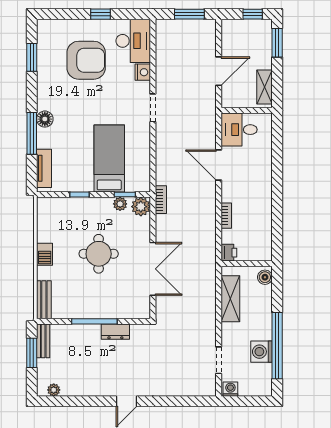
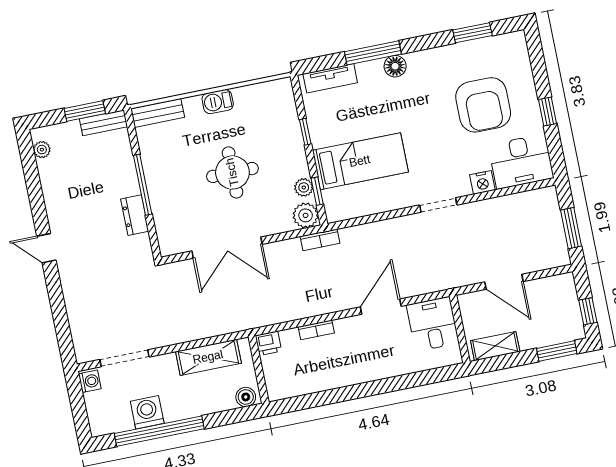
doorway: (219, 360) -> (125, 358), width x1.38

